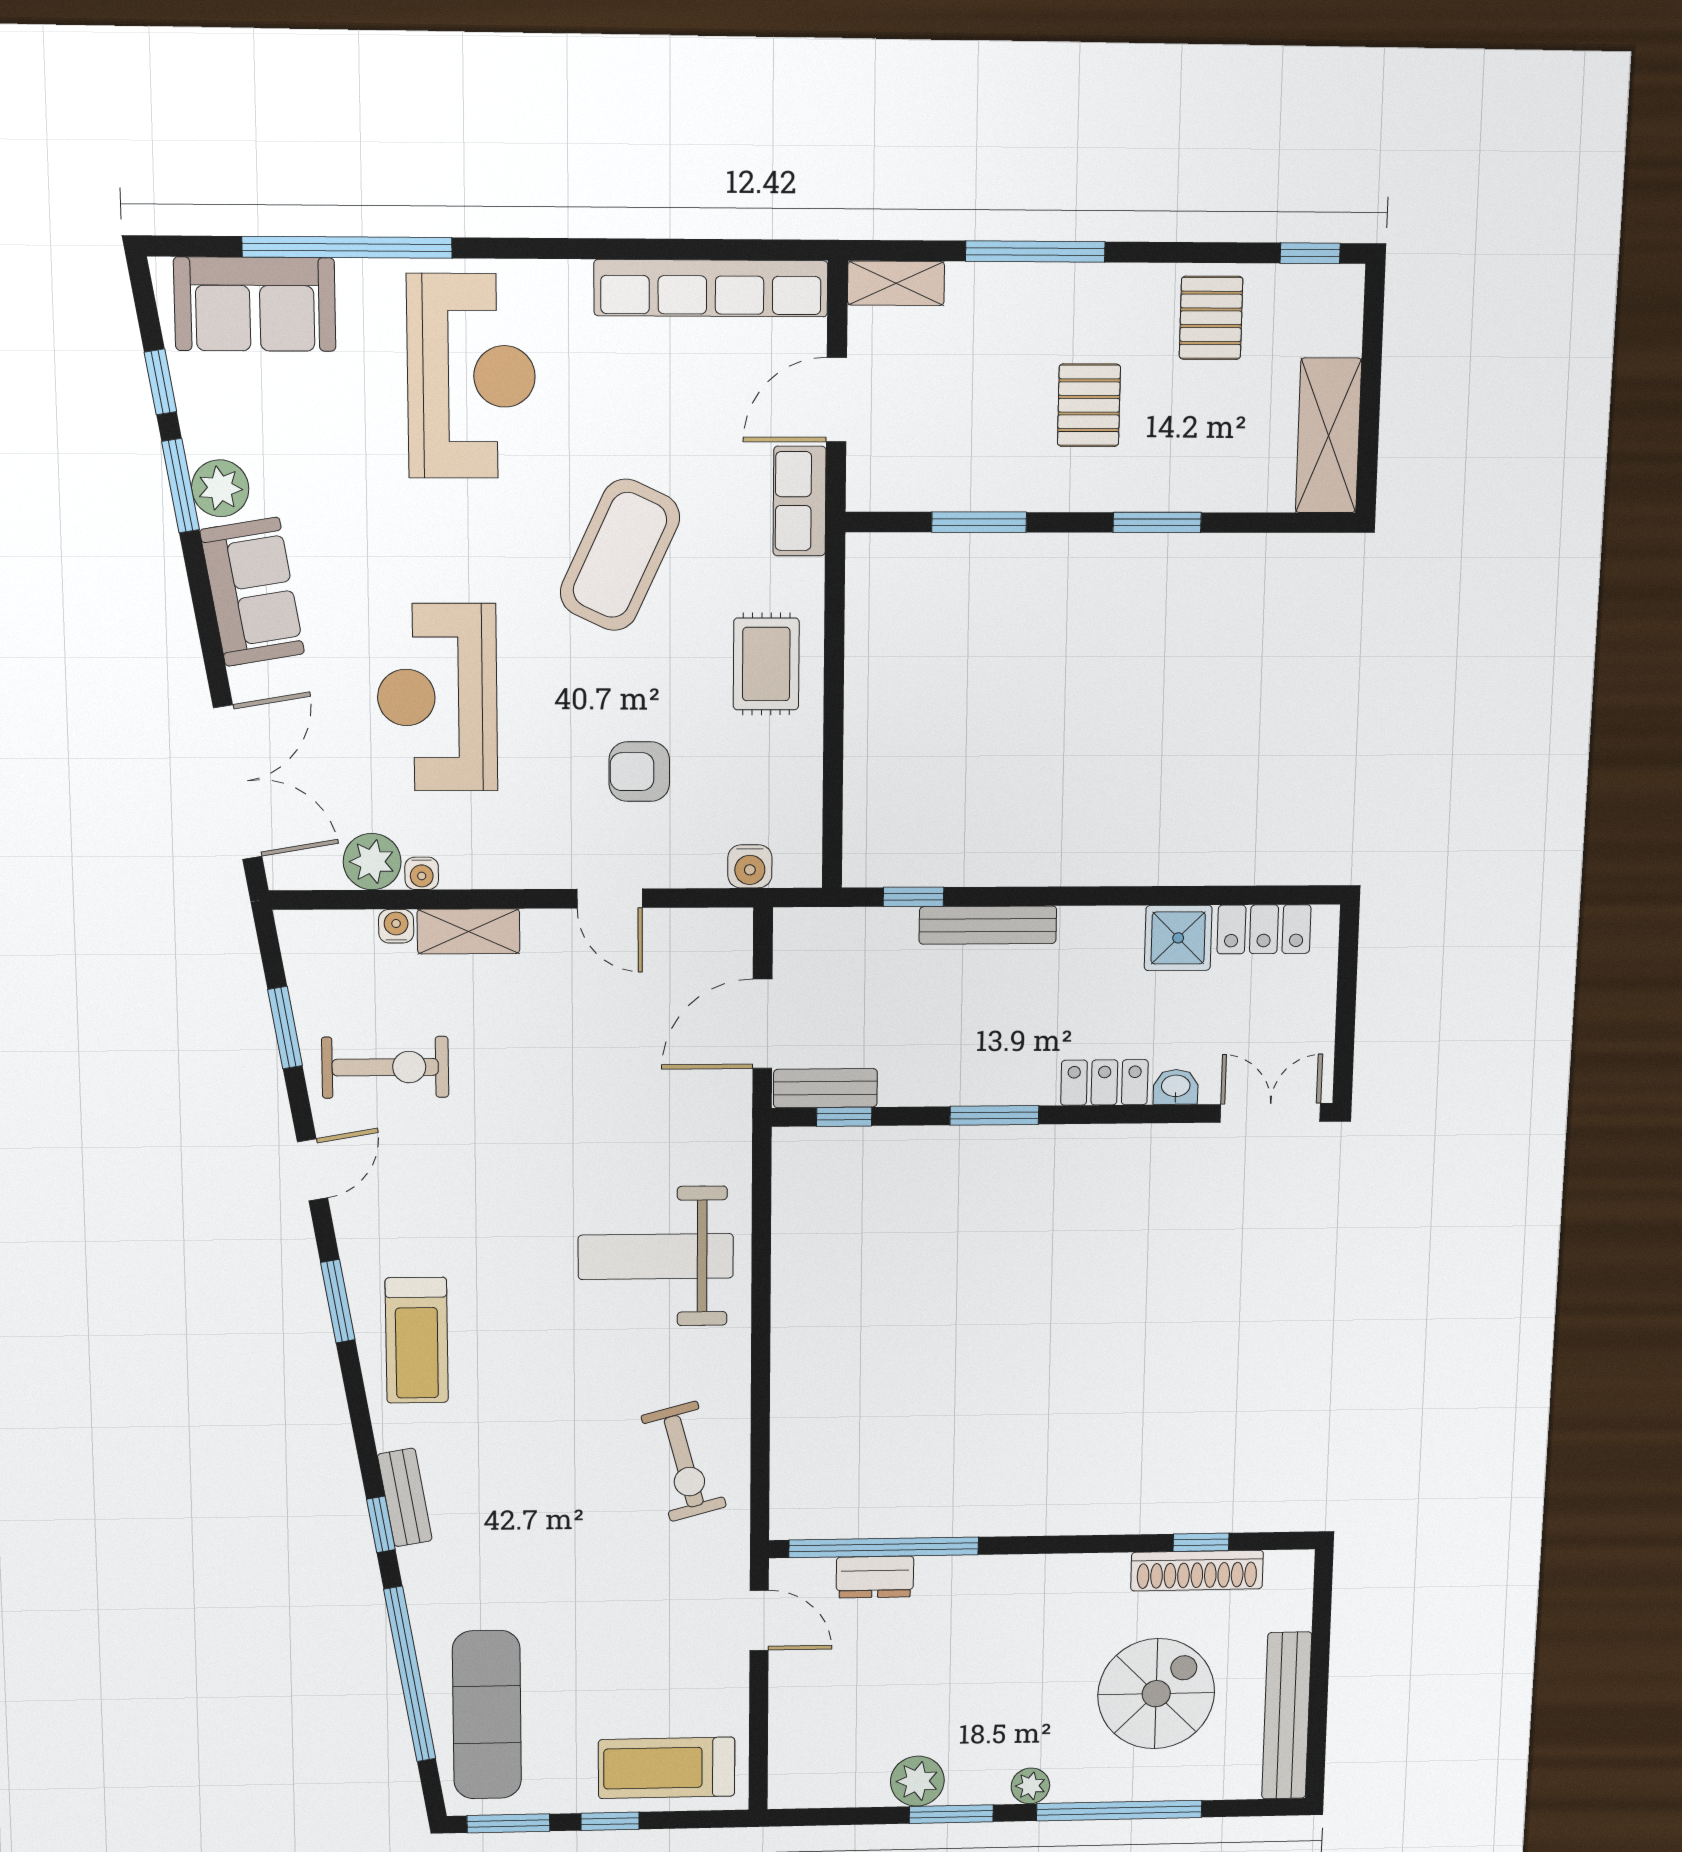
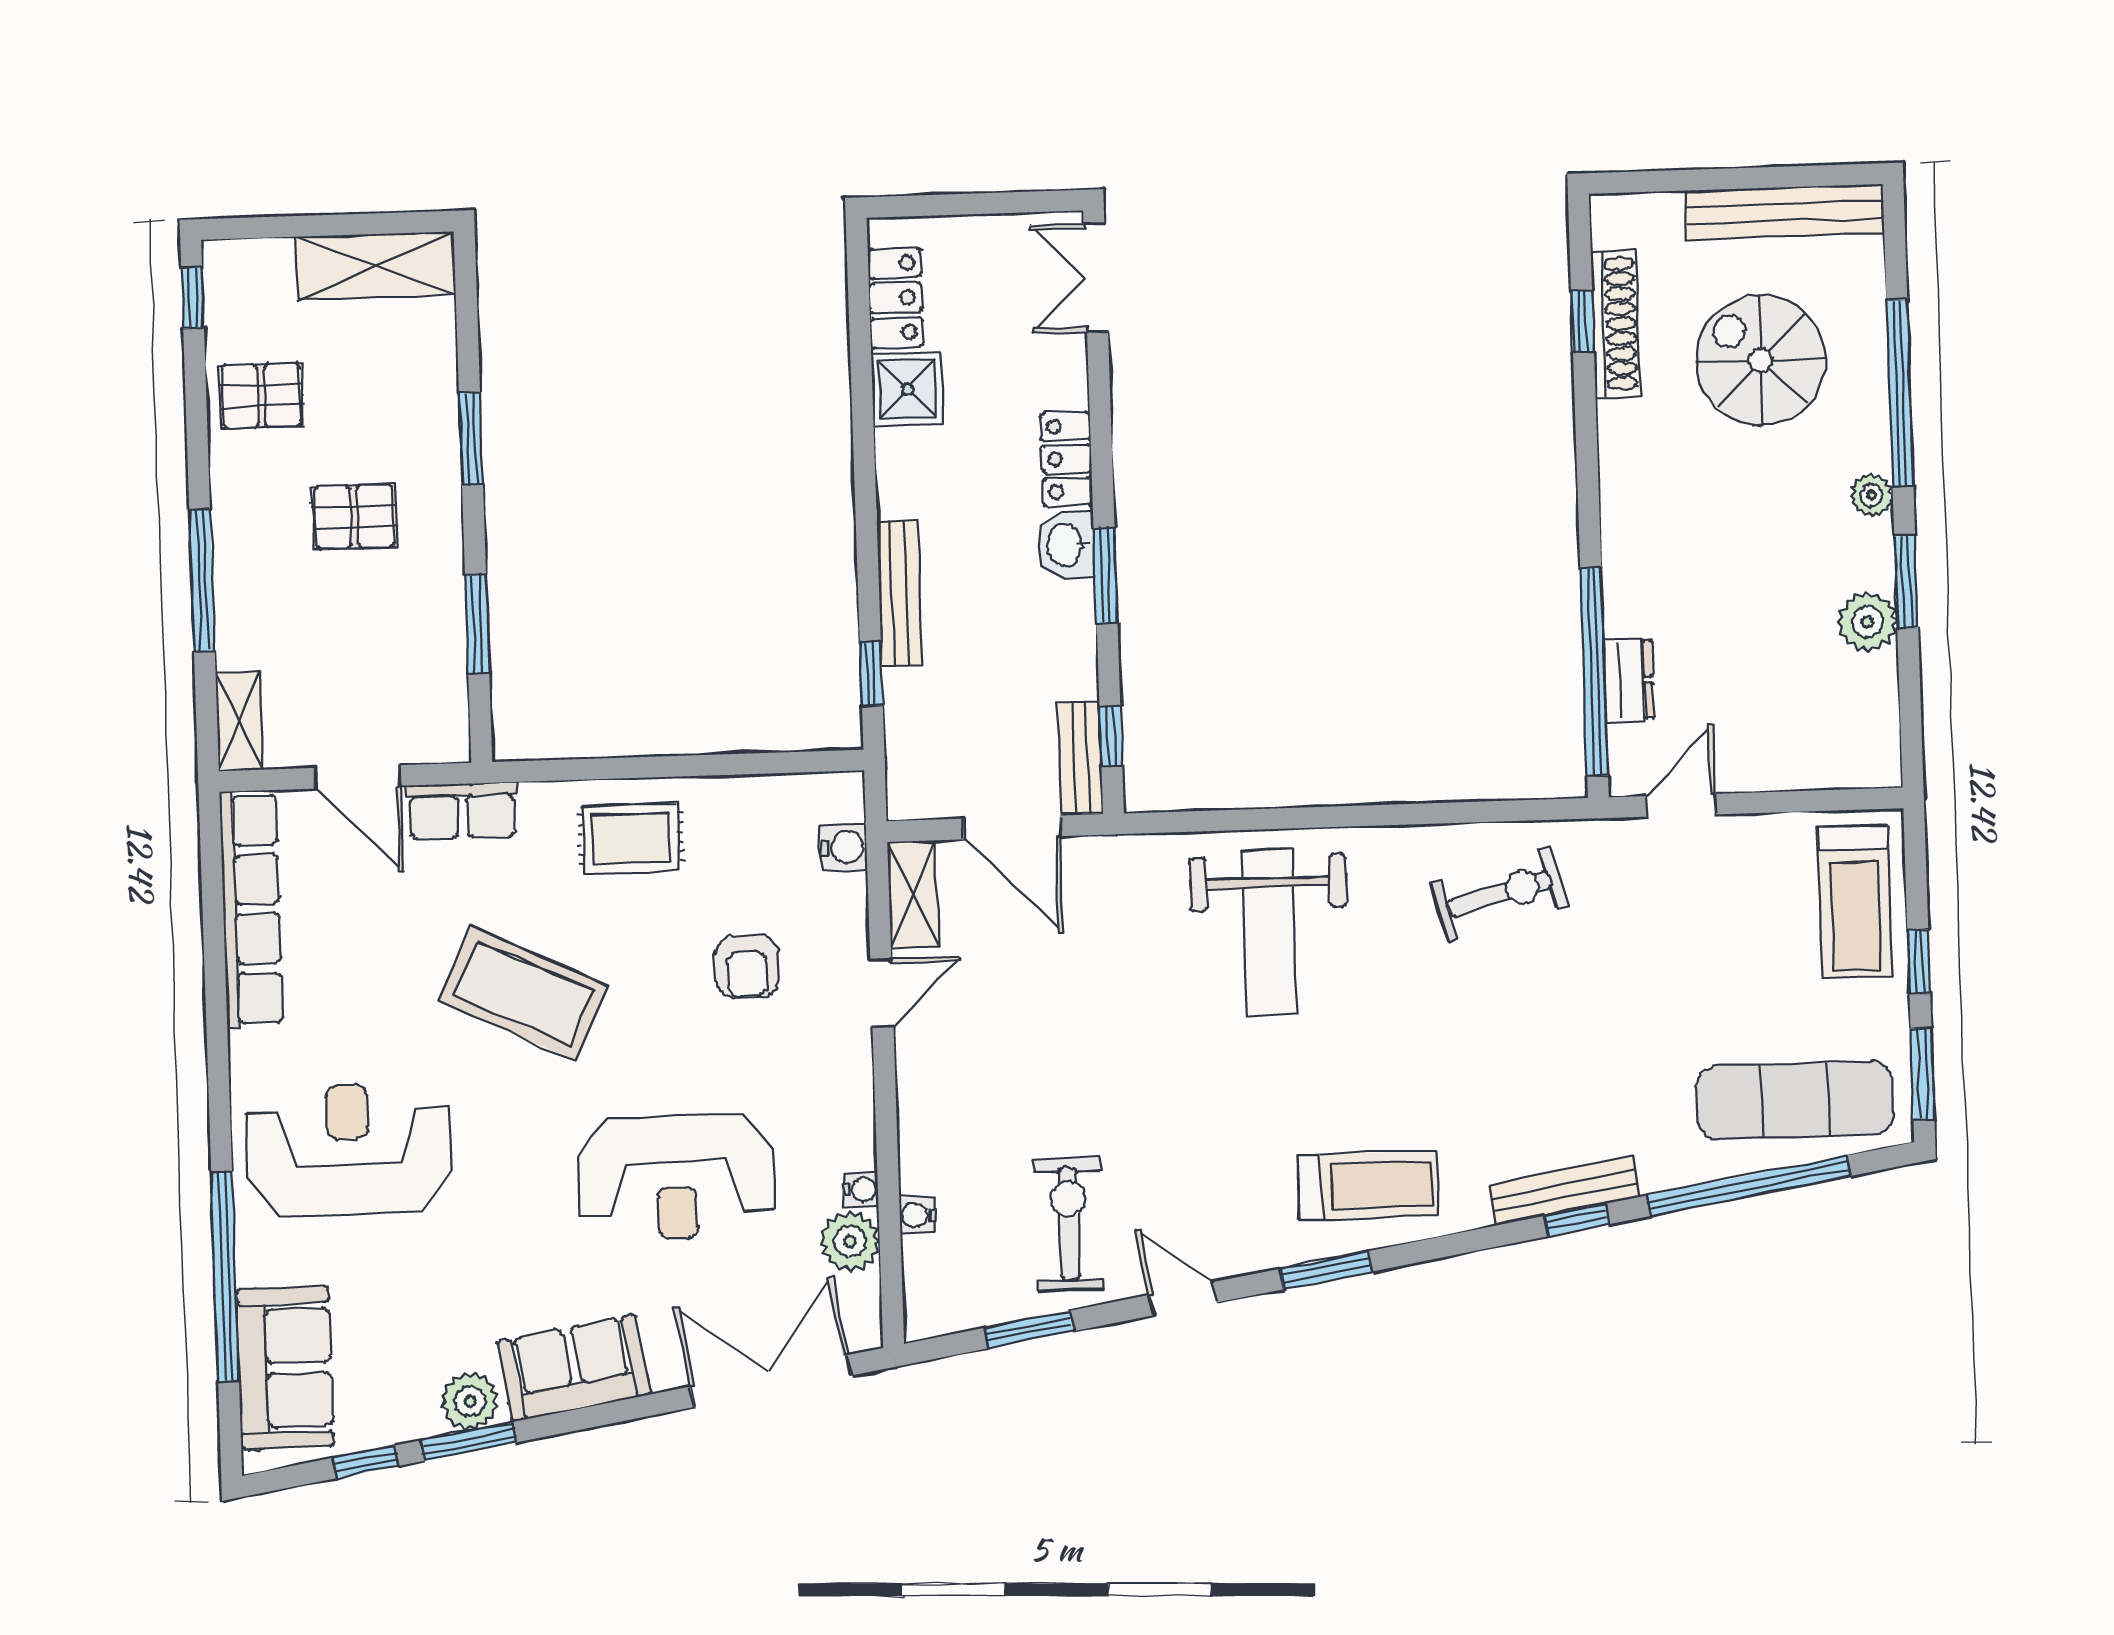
shelving: (469, 931) -> (913, 894), moved
washbasin: (1176, 1087) -> (1066, 545), moved, width x1.38, depth x1.45
bench: (405, 1497) -> (1565, 1191), width x1.36

